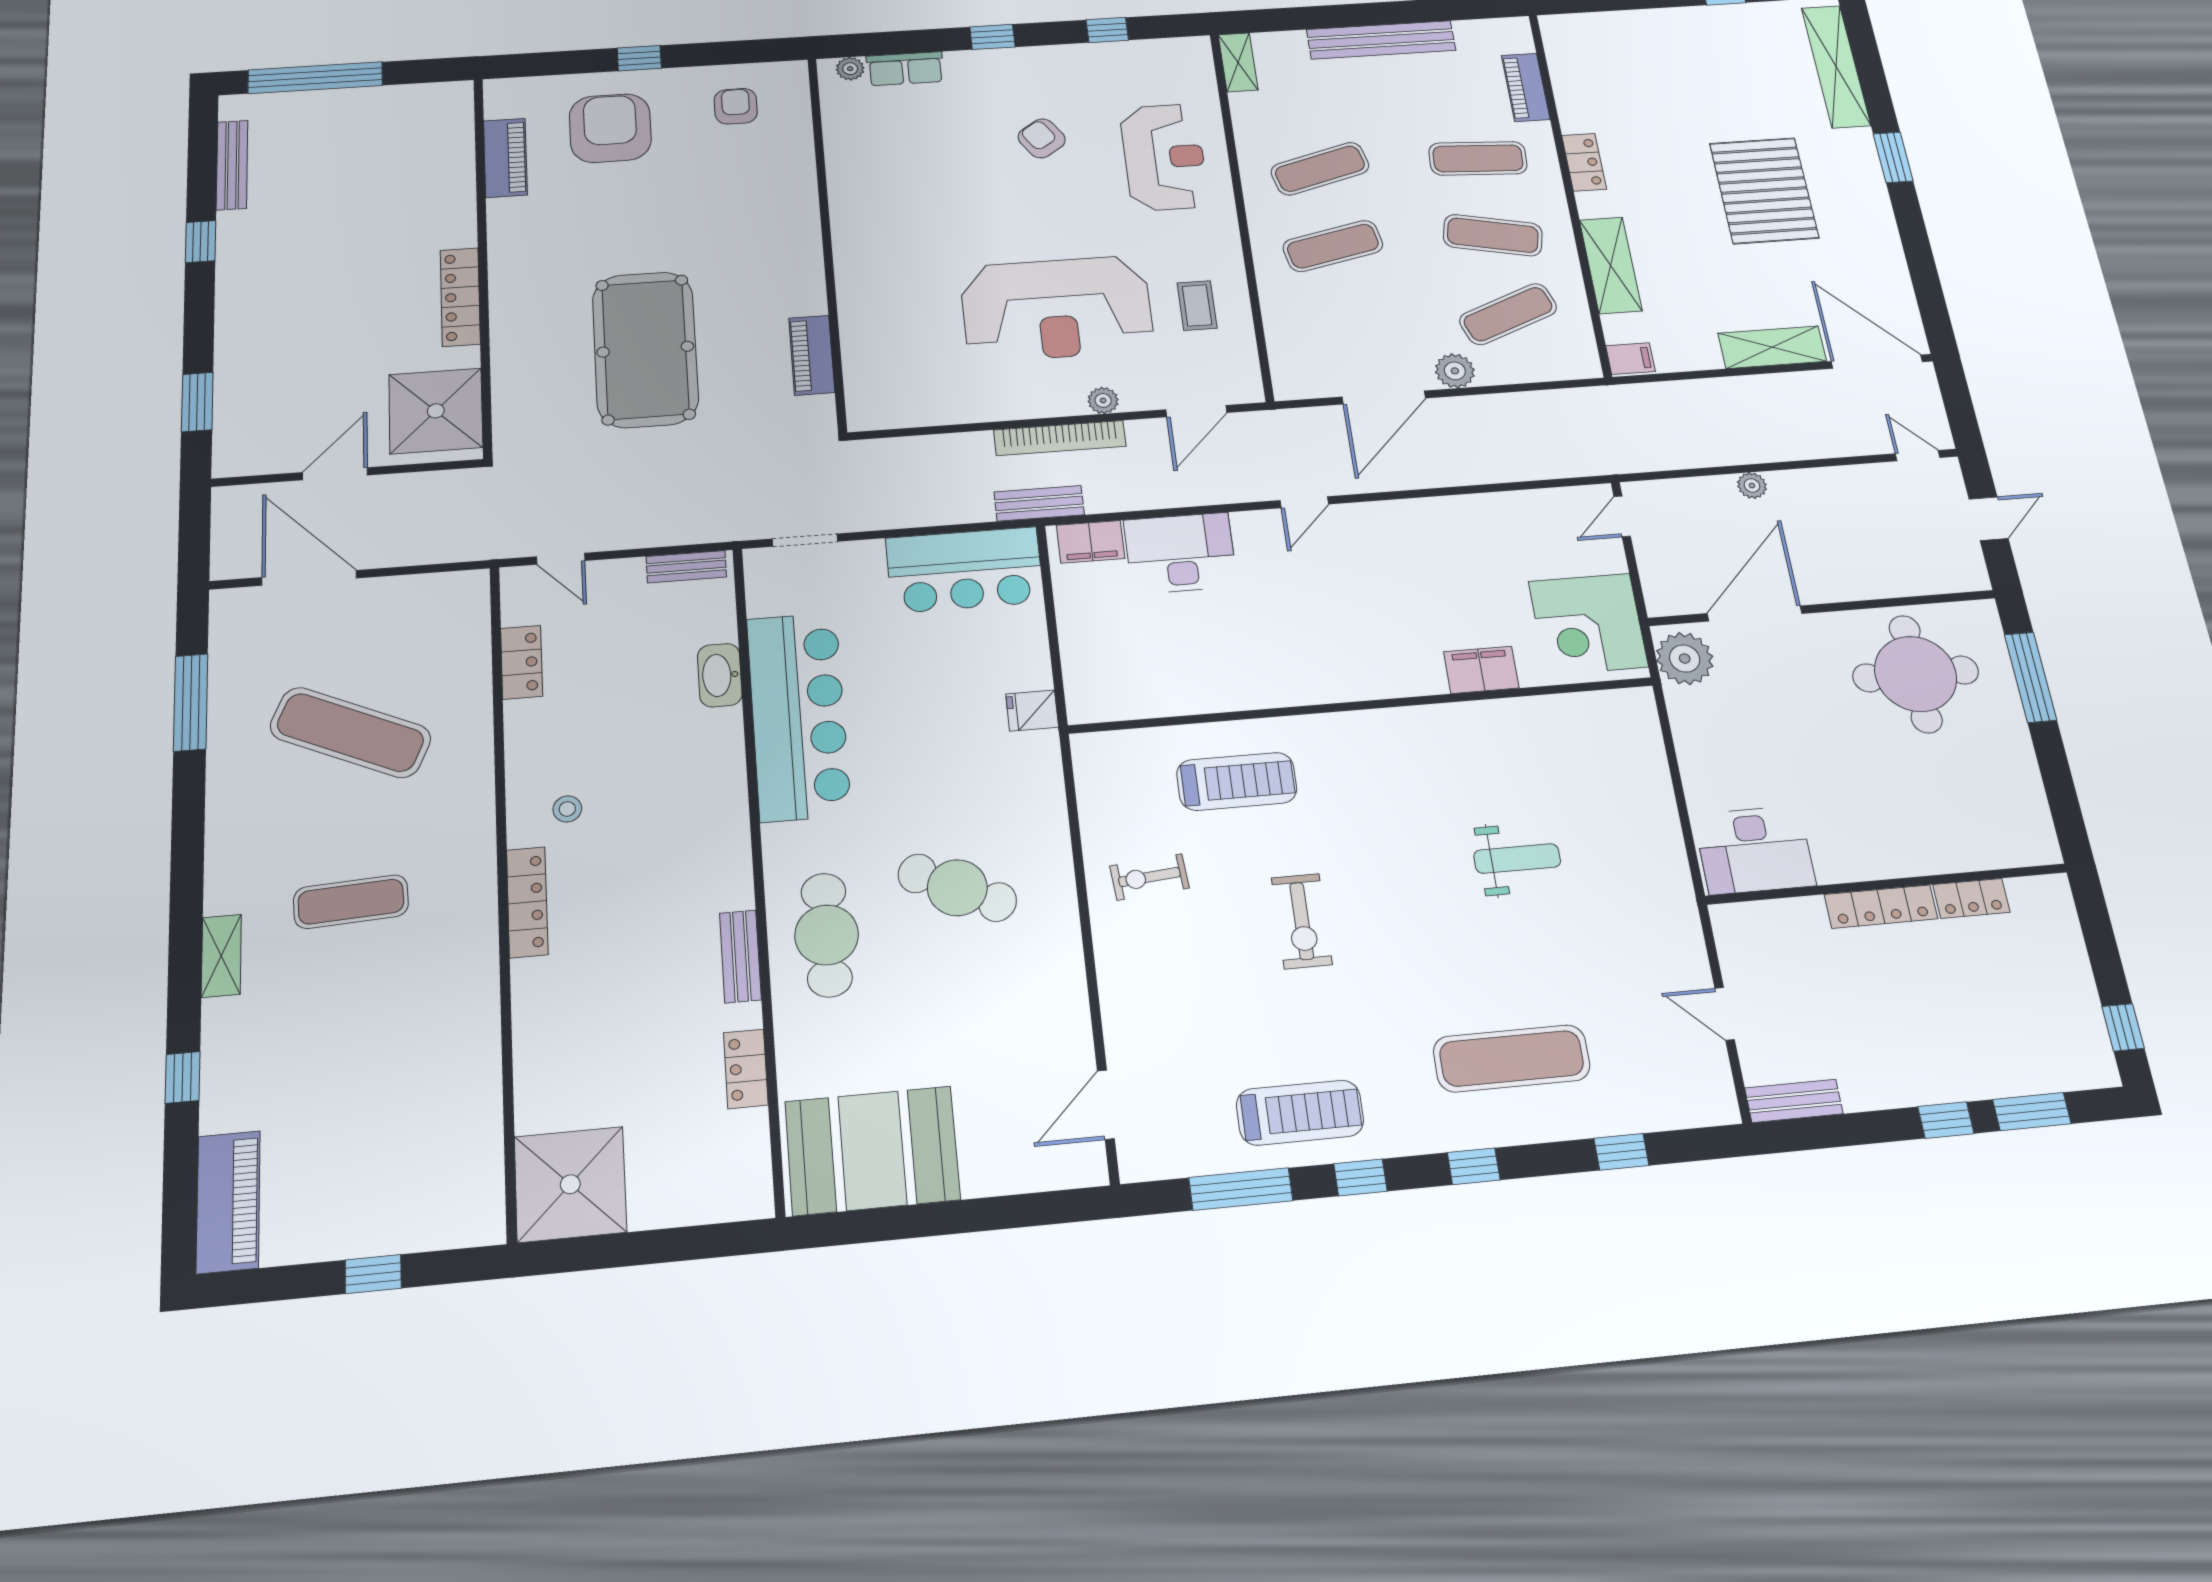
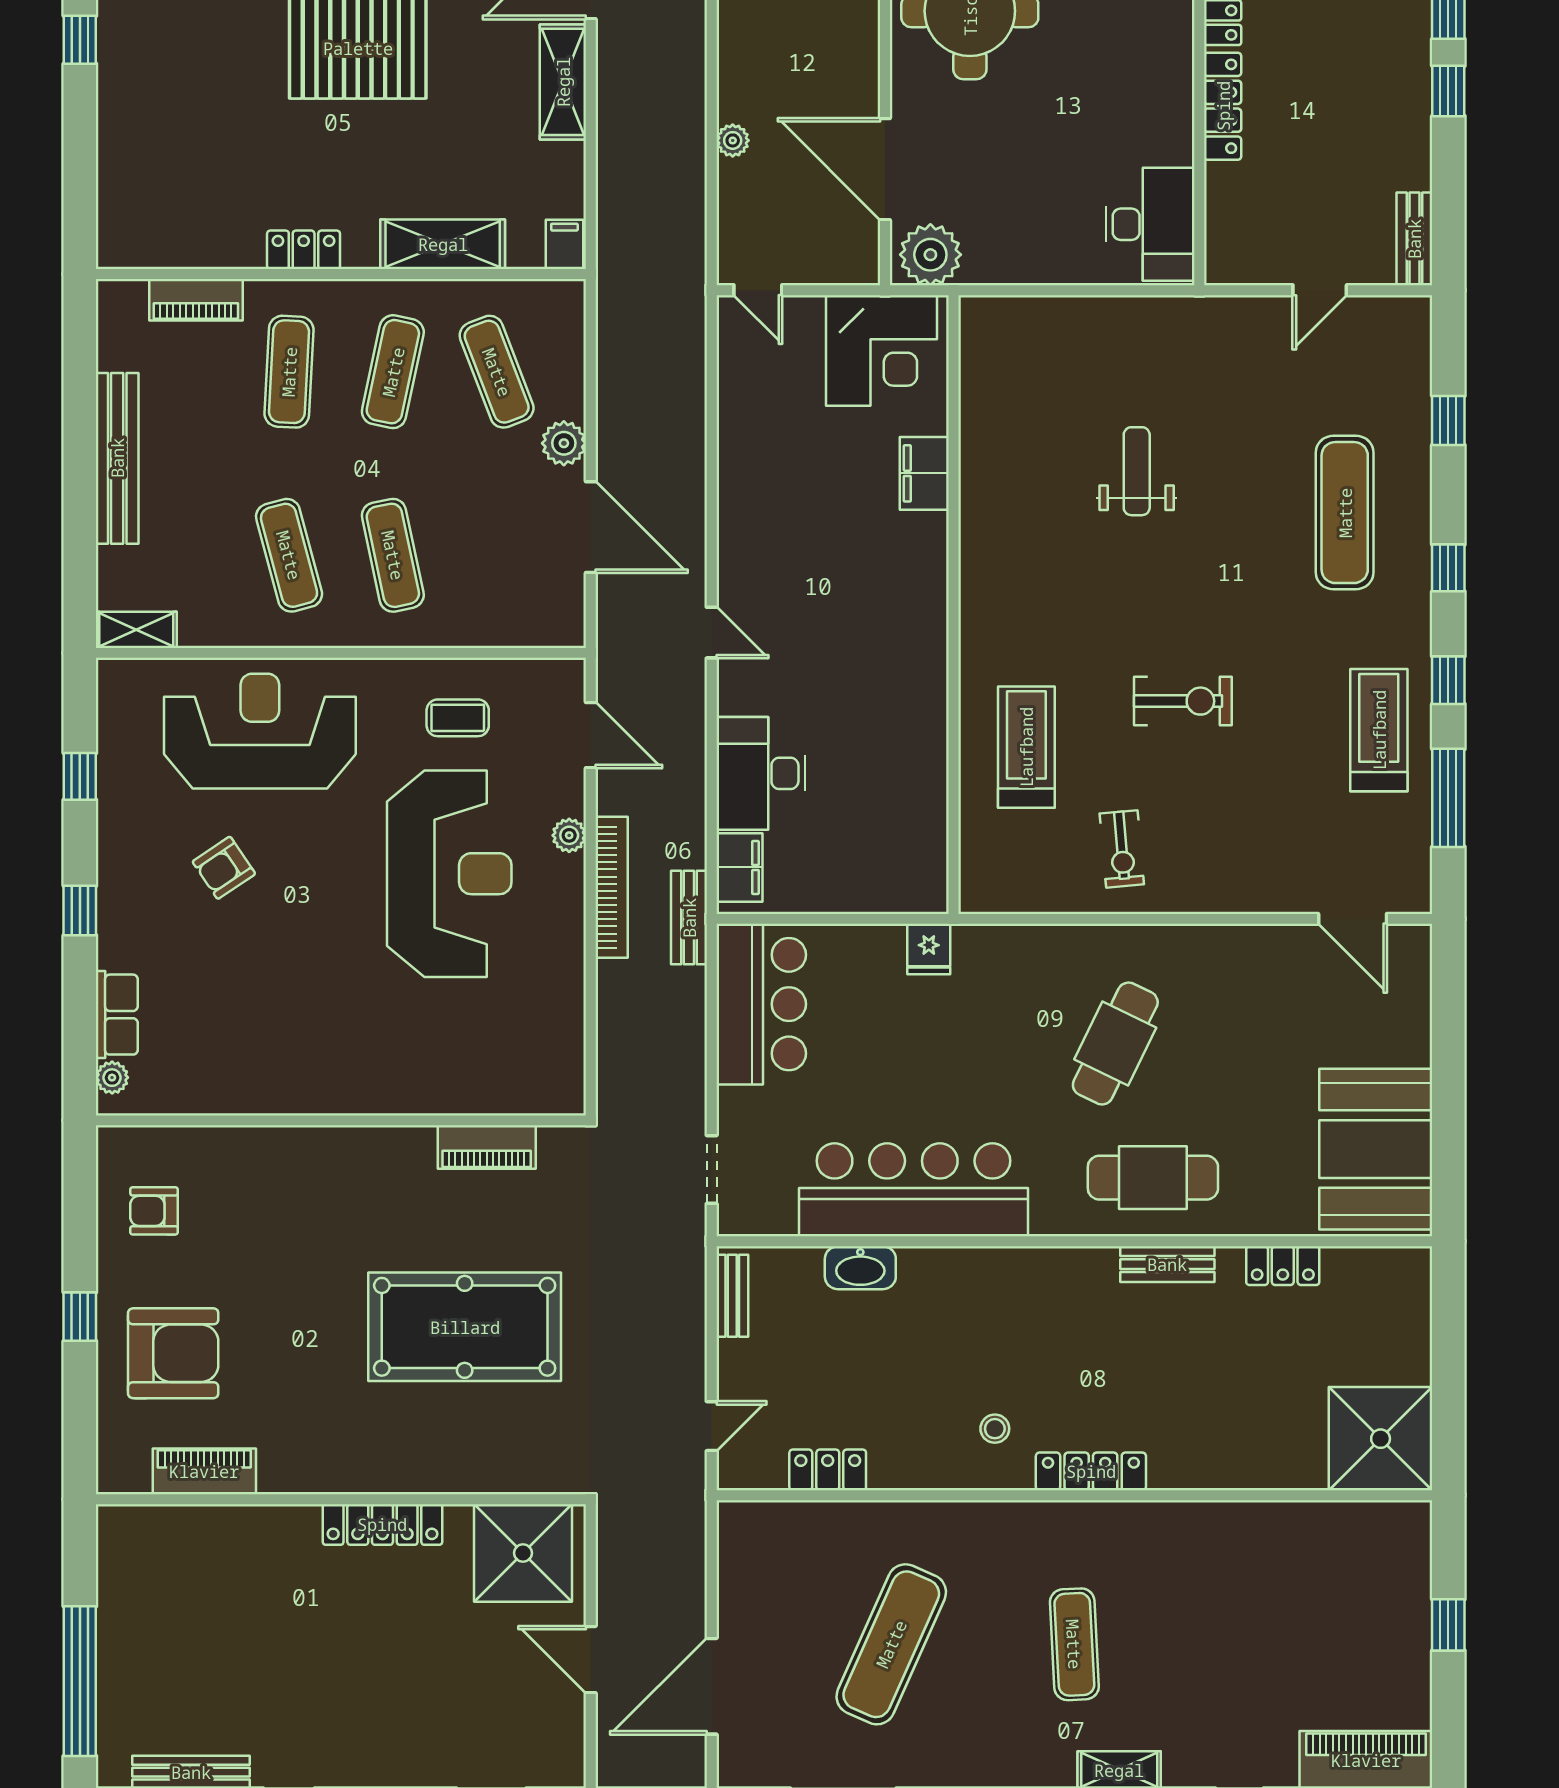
armchair: (610, 128) -> (173, 1353), turned 180
reception desk: (1164, 157) -> (260, 731), width x1.36, depth x1.30

